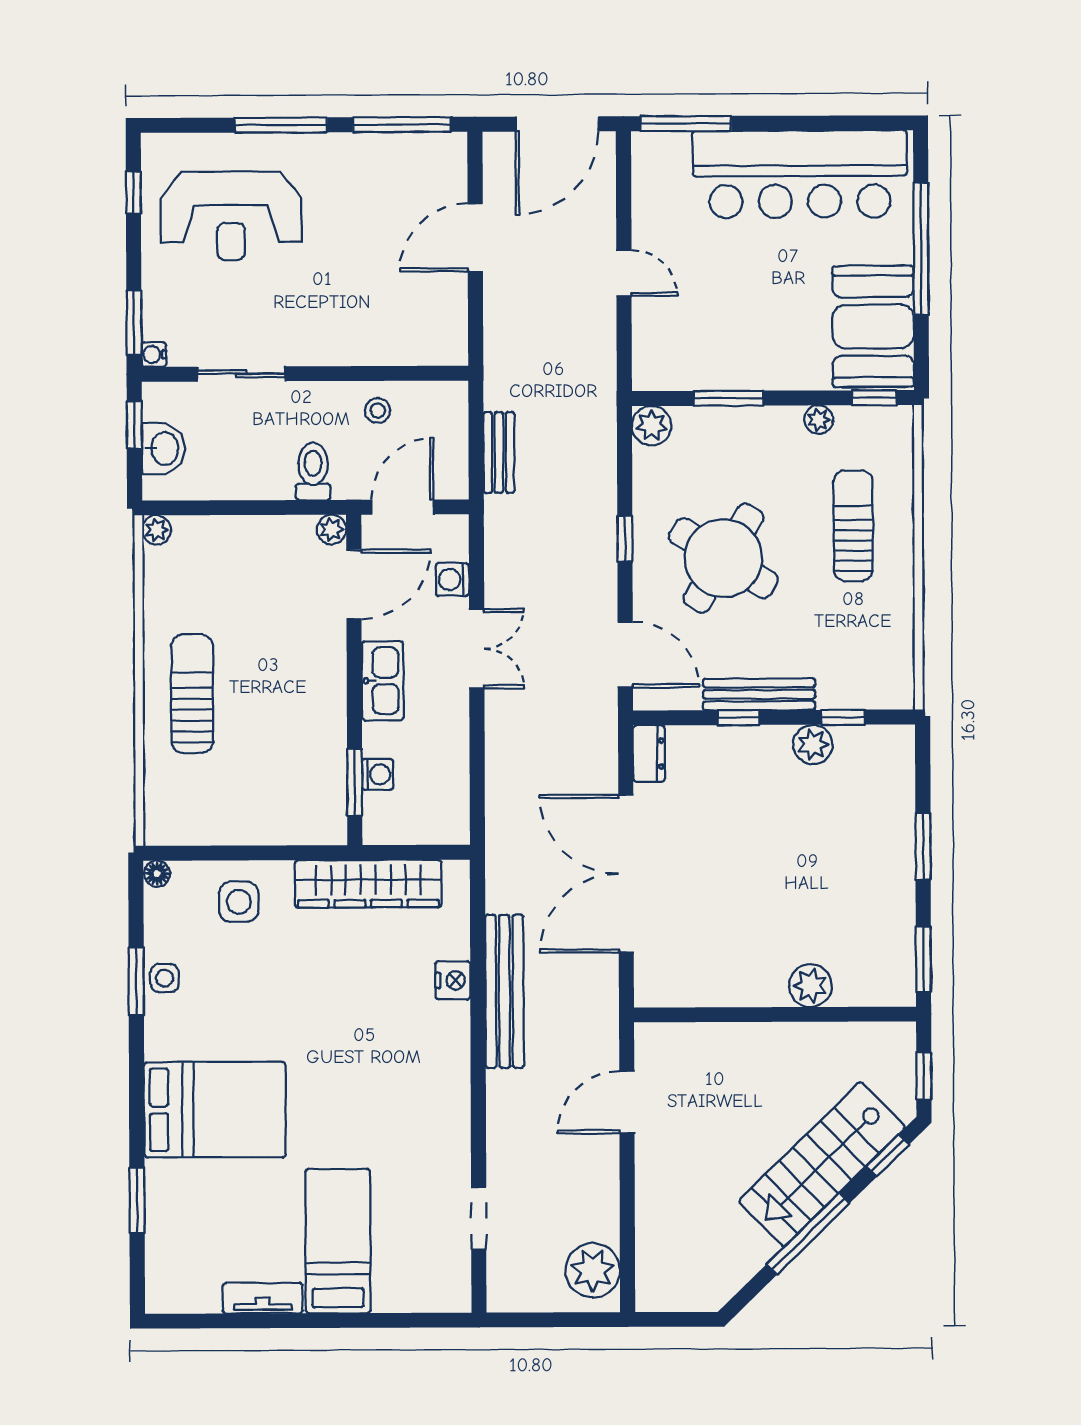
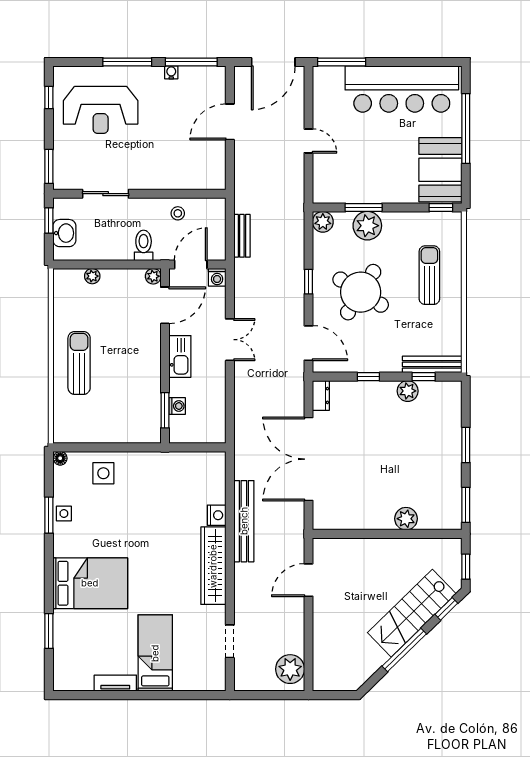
water cooler: (154, 354) -> (171, 72), moved, turned 90
plant: (819, 420) -> (367, 226), moved, width x1.88, depth x1.88
plant: (157, 530) -> (92, 276), moved
washing machine: (452, 580) -> (217, 277), moved, turned -90
bench: (759, 694) -> (432, 364), moved
wardrobe: (368, 884) -> (213, 566), moved, turned 90

